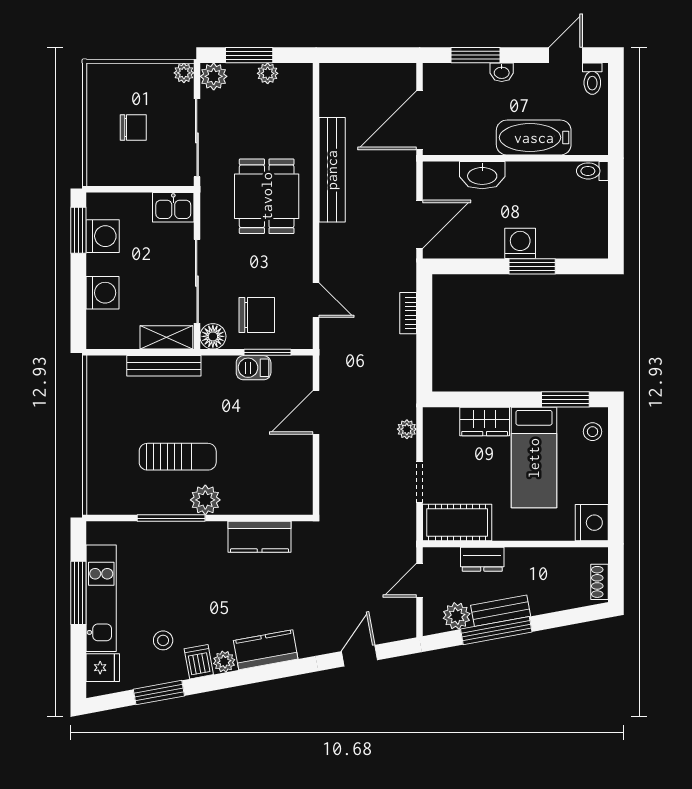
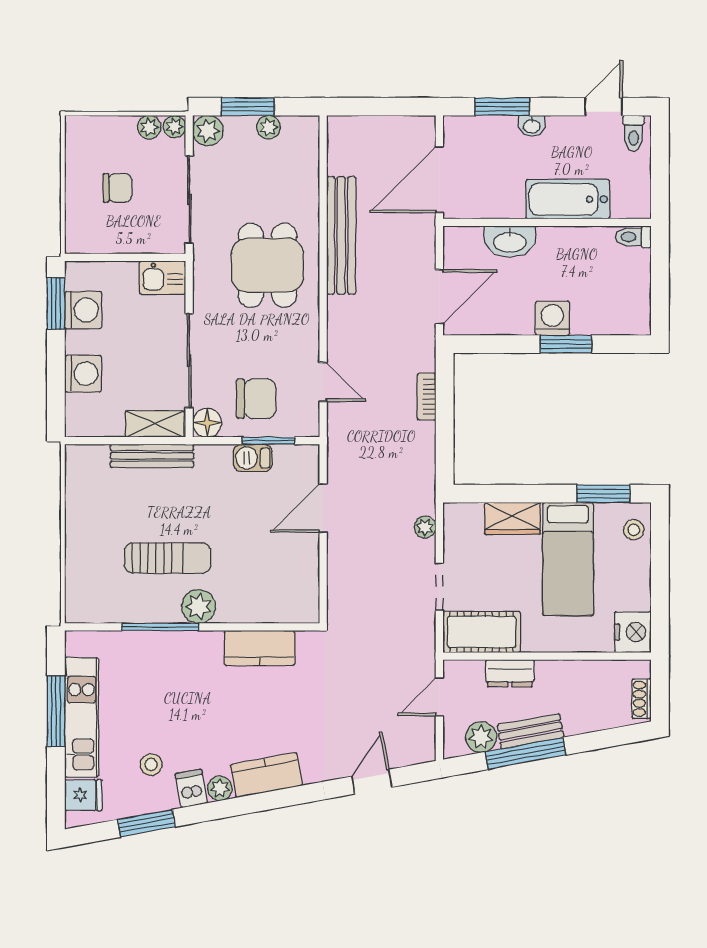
plant: (161, 73) -> (149, 127), added

